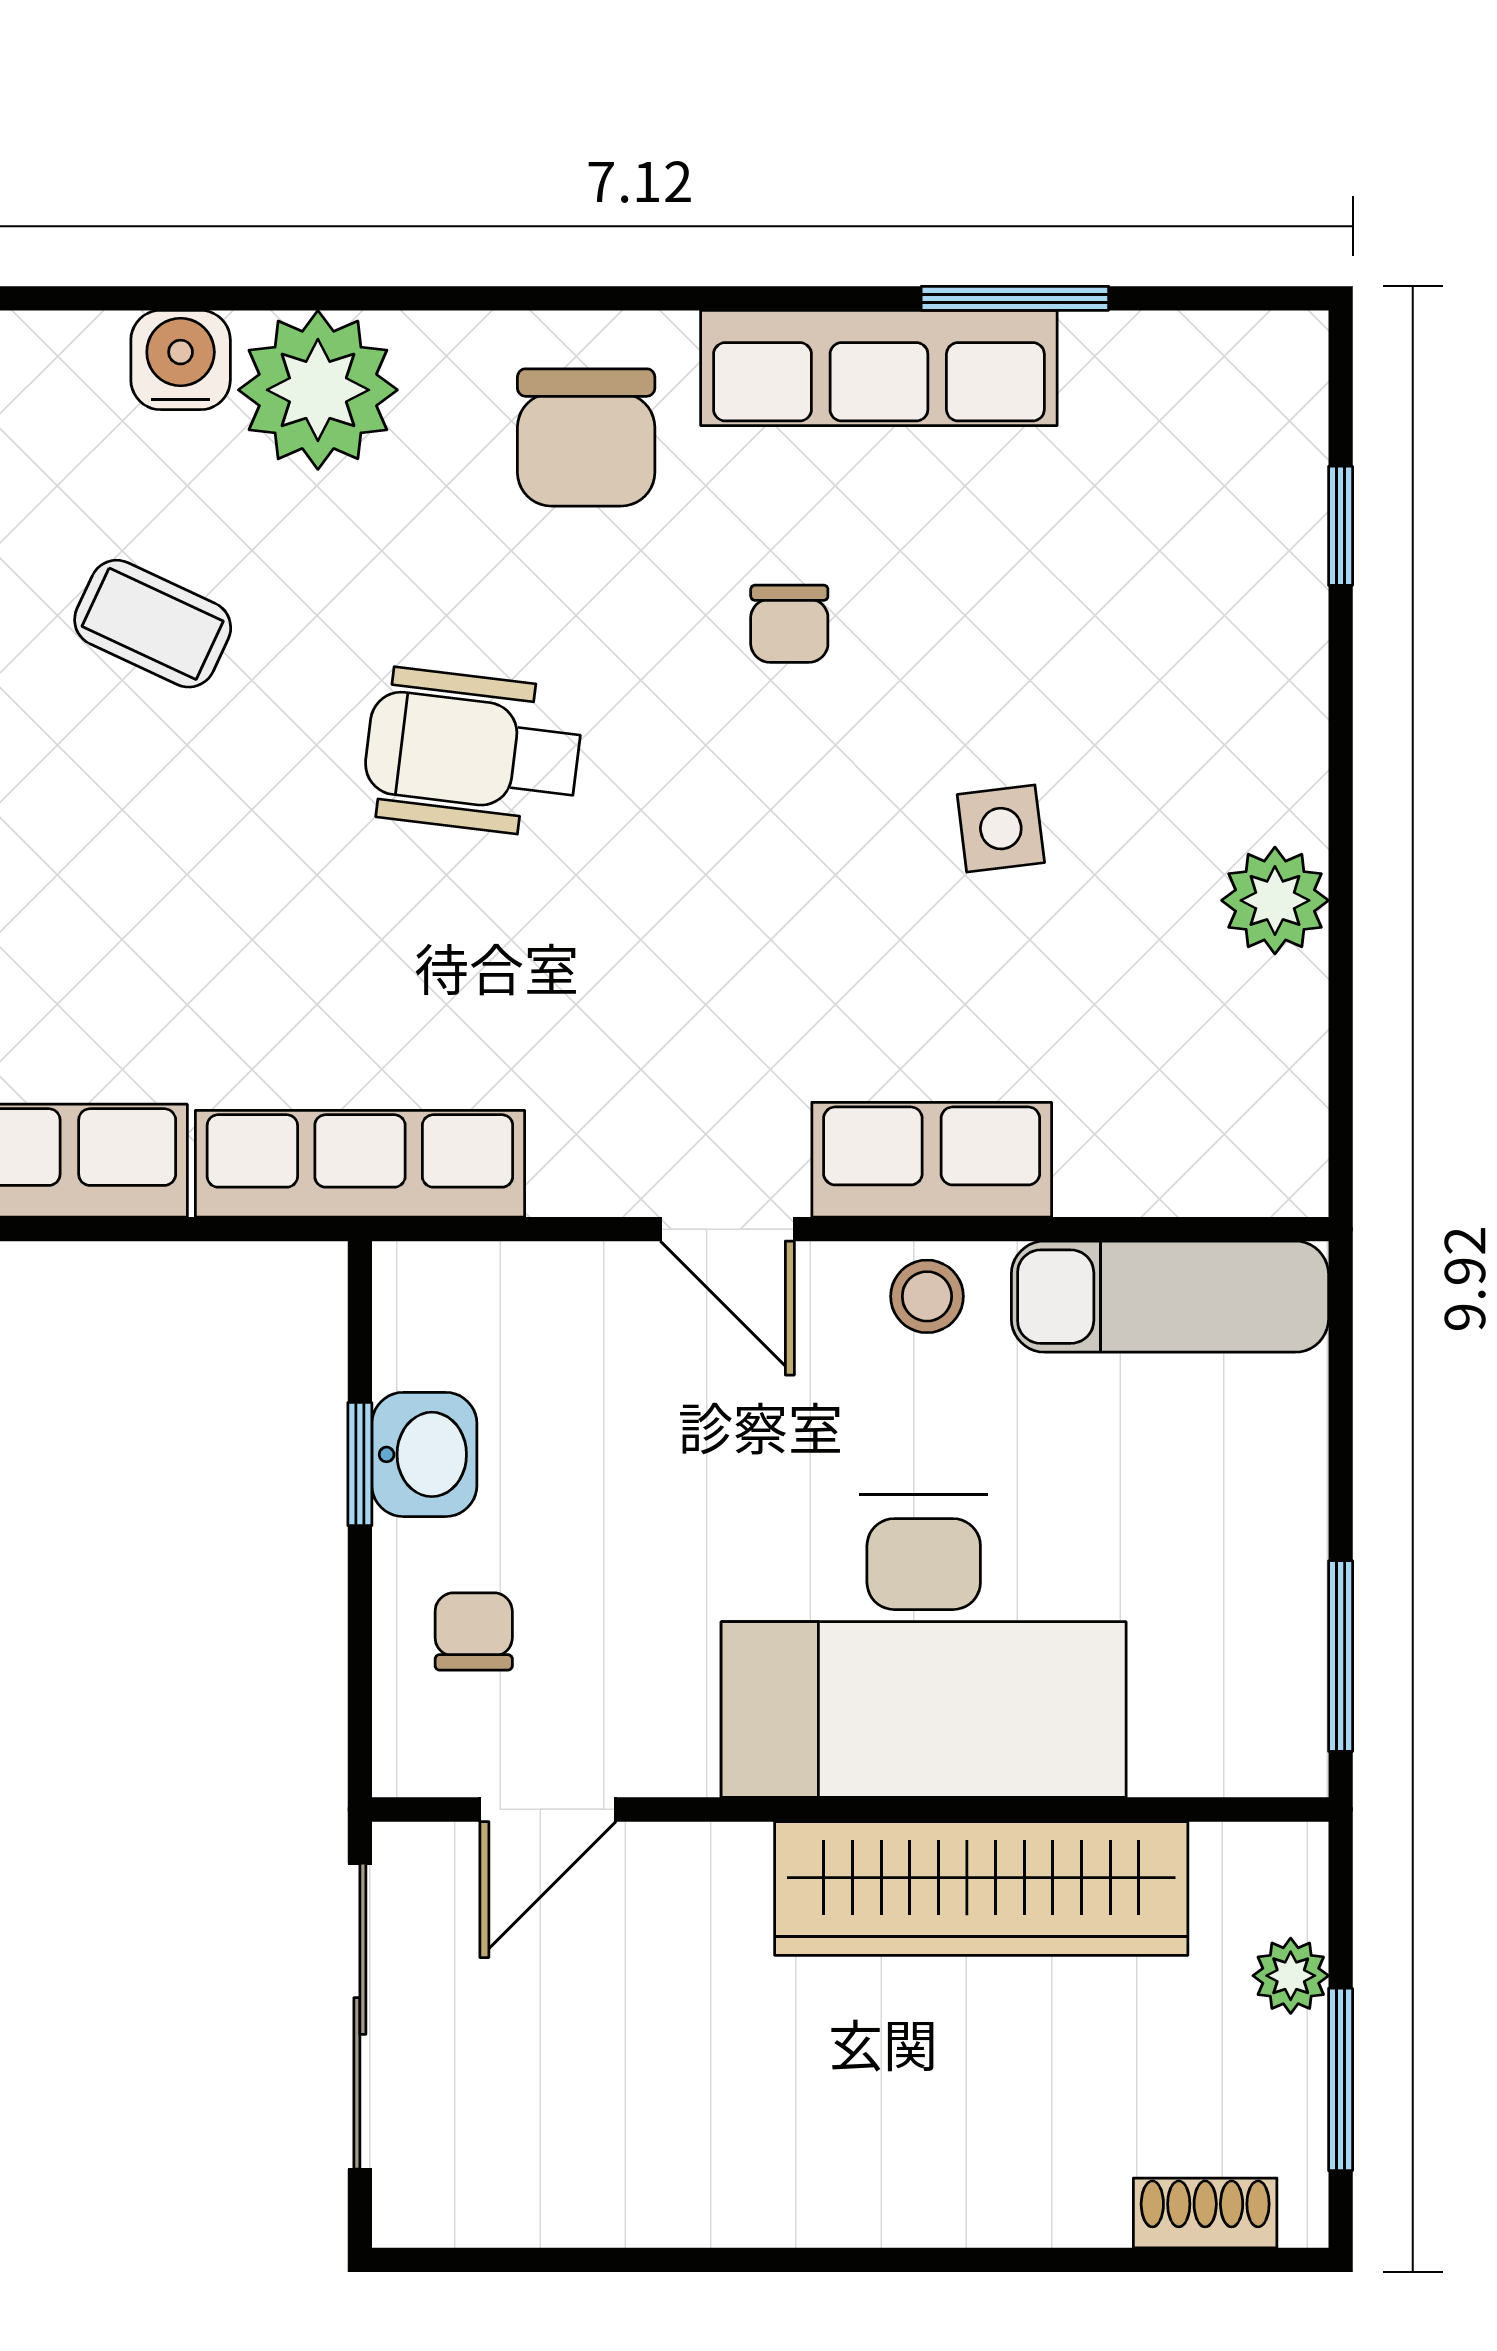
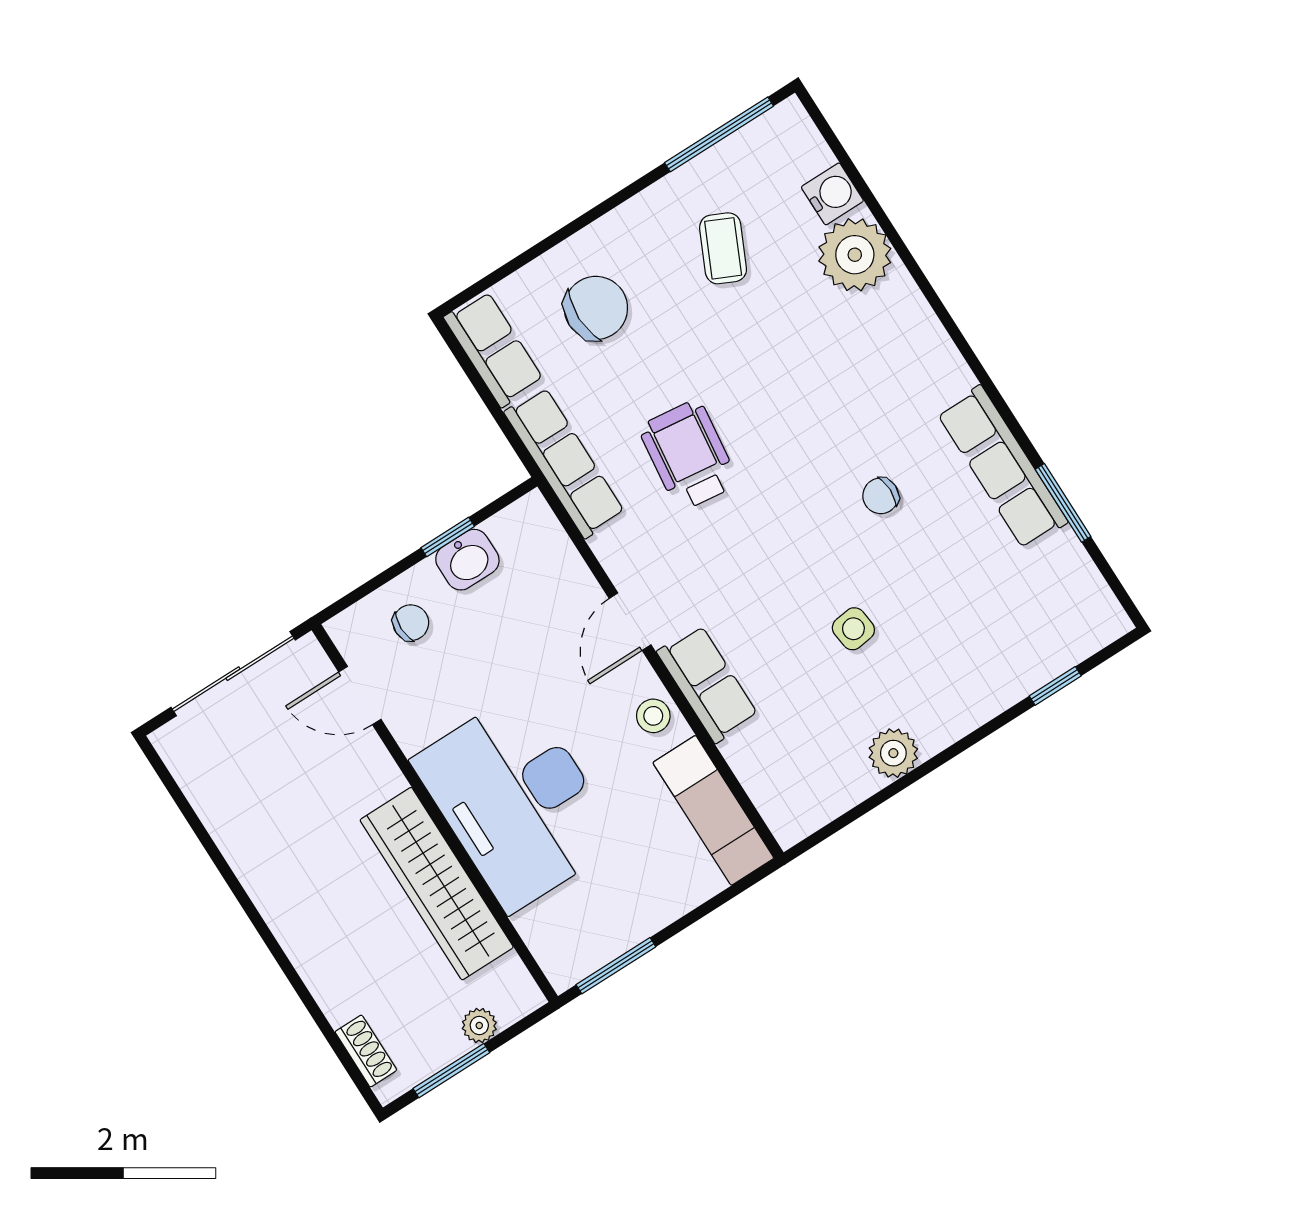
chair: (586, 437) -> (596, 308), moved, turned 180
wheelchair: (472, 752) -> (689, 455), moved

